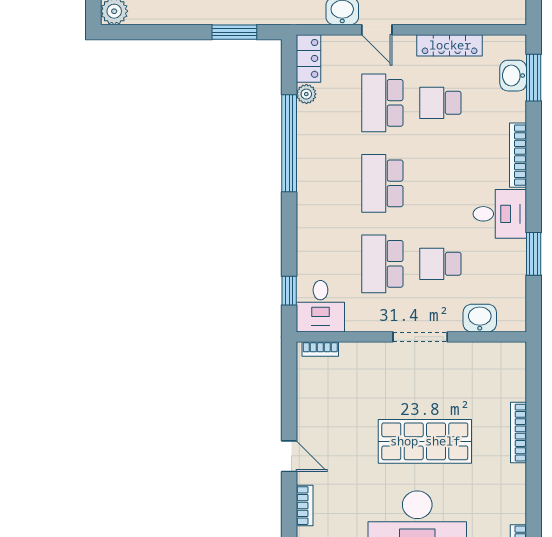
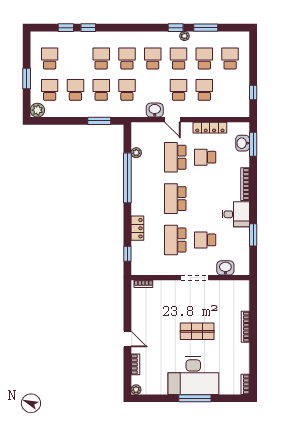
locker: (309, 58) -> (137, 228), moved
desk: (320, 306) -> (143, 262), removed
shop shelf: (425, 441) -> (197, 331), width x0.70, depth x0.74

